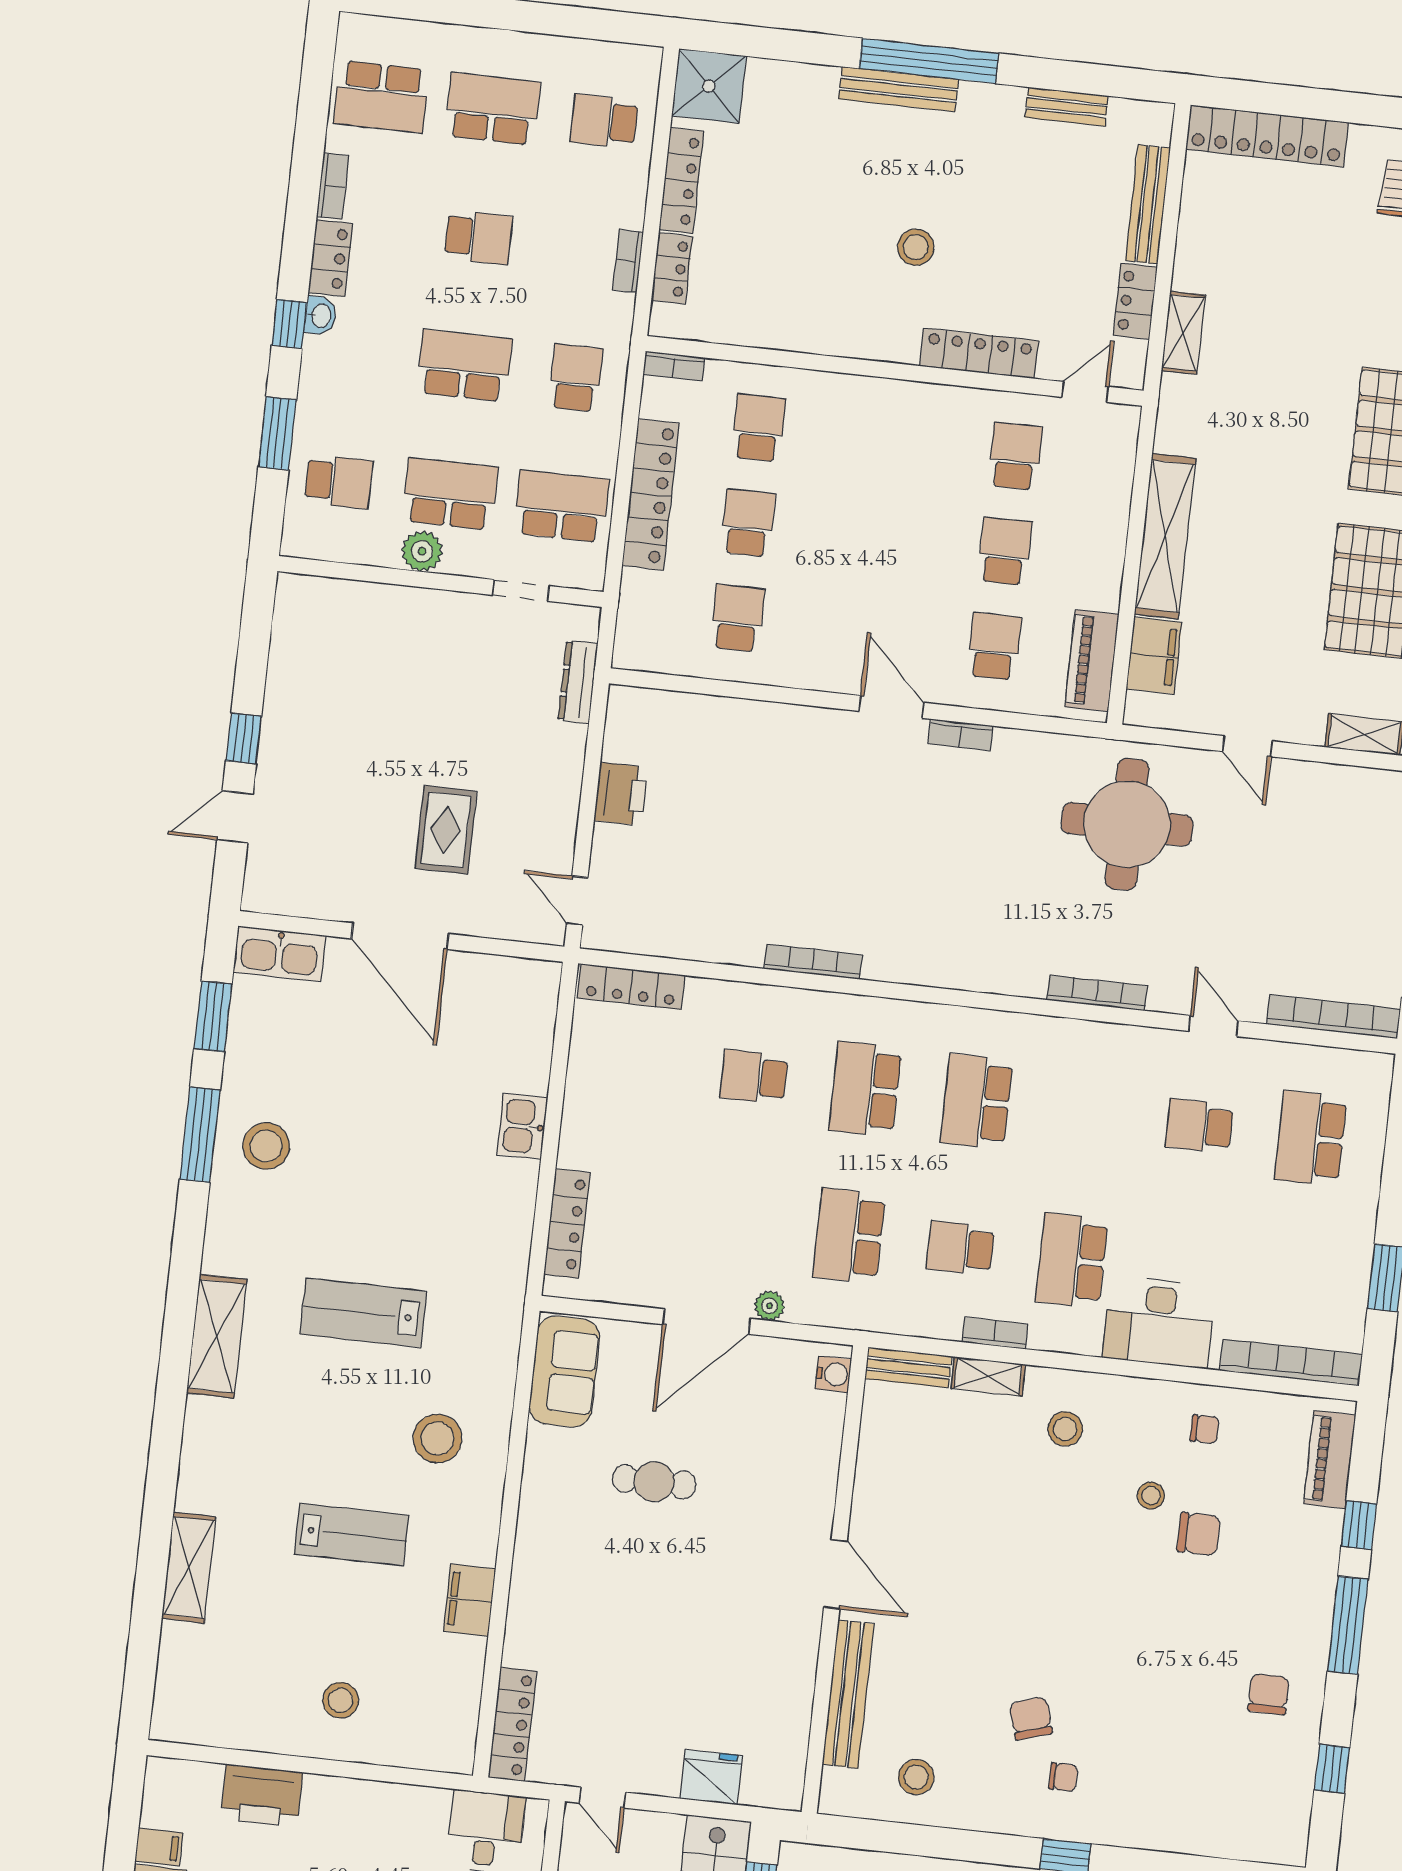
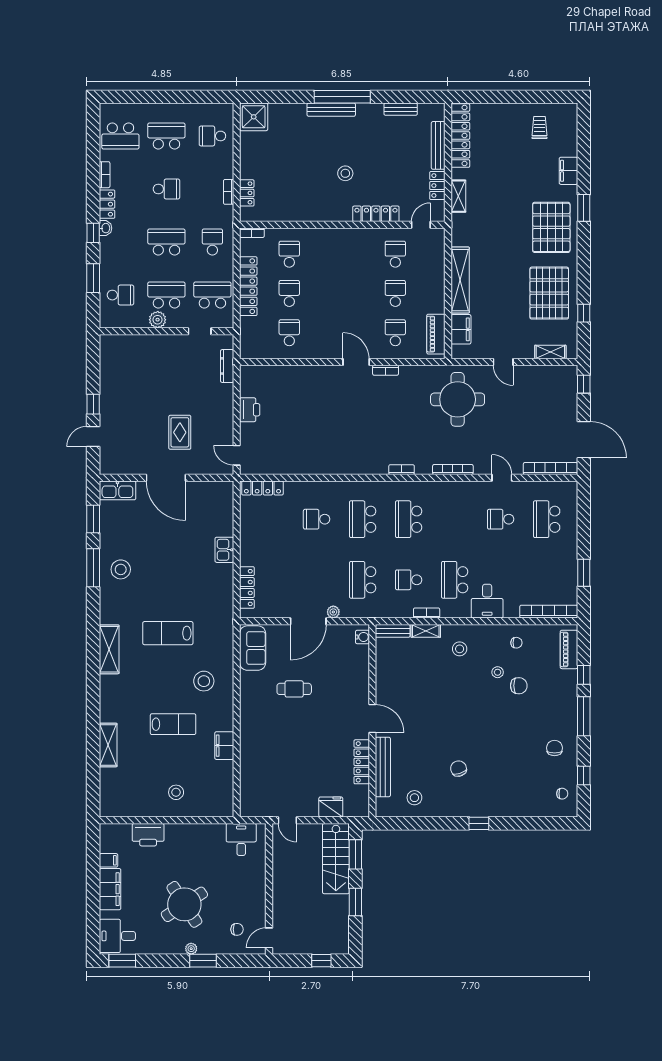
locker: (1267, 136) -> (460, 136), moved, turned -90
locker: (681, 180) -> (247, 157), removed
bookcase: (813, 962) -> (402, 470), moved, width x0.64
desk: (1159, 1322) -> (487, 601), width x0.73
locker: (512, 1724) -> (362, 762), moved, turned 180
chair: (1063, 1777) -> (562, 794), moved

